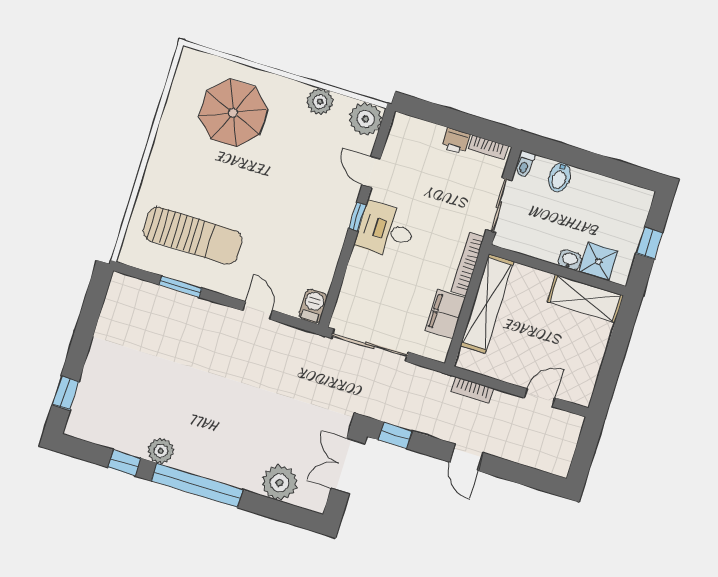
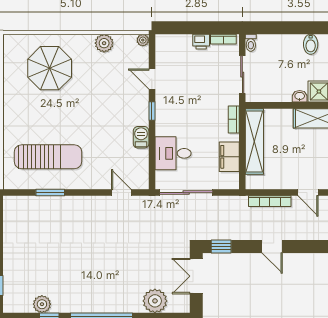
plant: (366, 119) -> (143, 40), width x0.53, depth x0.53
bidet: (559, 177) -> (311, 44), moved
desk: (385, 230) -> (173, 153), moved
bookcase: (468, 264) -> (234, 119), width x0.64
barbecue: (313, 306) -> (141, 137), moved
door: (258, 310) -> (121, 193), moved
bookcase: (472, 390) -> (270, 201), width x1.56
door: (540, 398) -> (308, 193), swing flipped
plant: (161, 451) -> (42, 304), moved

